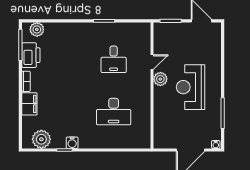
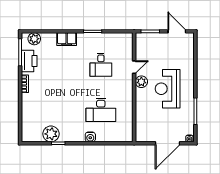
filing cabinet: (29, 104) -> (67, 39), moved, turned 90
plant: (41, 139) -> (51, 134), moved
water cooler: (72, 143) -> (90, 137), moved

